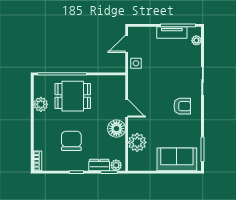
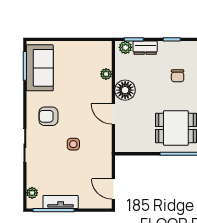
door: (127, 44) -> (113, 189), swing flipped
side table: (136, 63) -> (73, 144), moved
chair: (71, 141) -> (178, 76), width x0.54, depth x0.54
plant: (137, 142) -> (106, 74), width x0.53, depth x0.53
sofa: (177, 159) -> (40, 68), moved, turned -90

